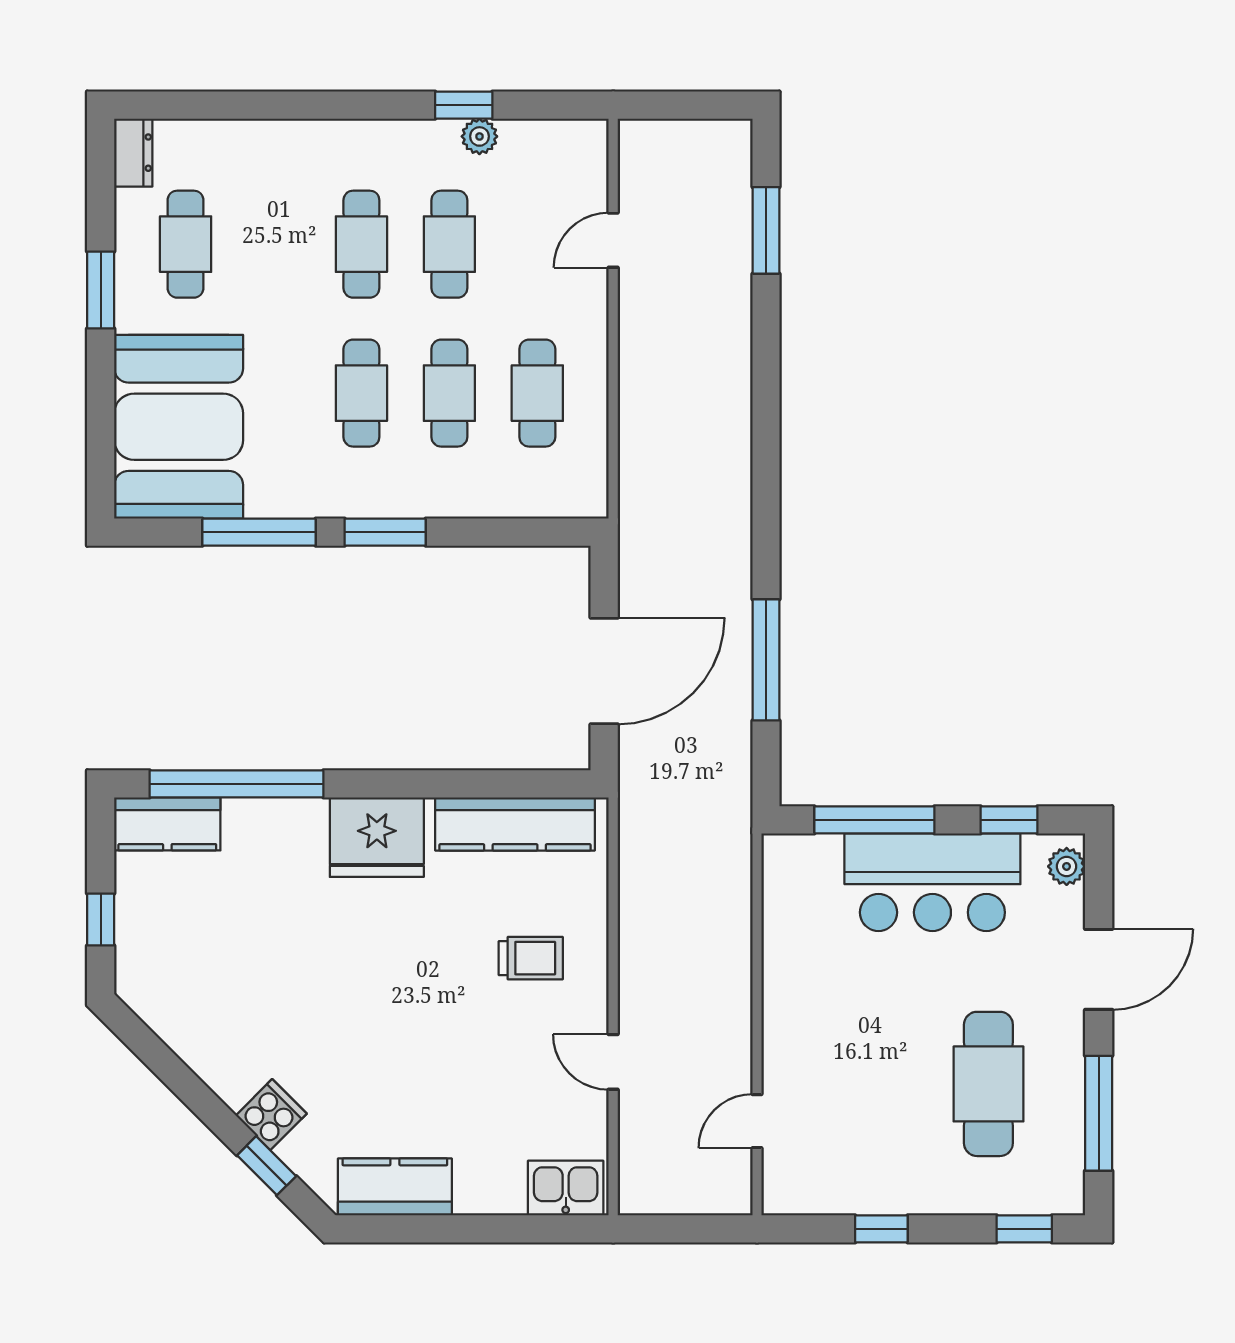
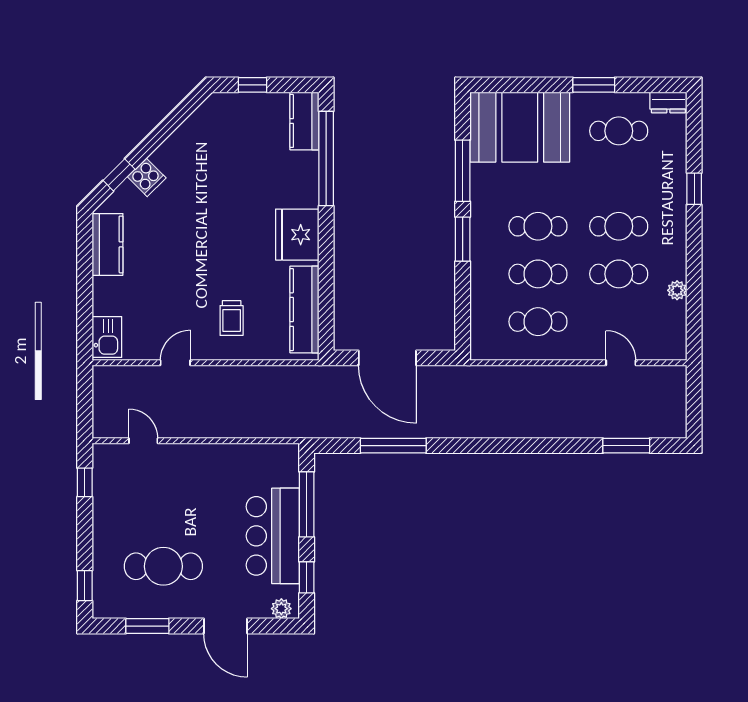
window: (464, 105) -> (694, 189), moved
window: (1099, 1113) -> (147, 626), width x0.69
window: (881, 1229) -> (85, 482), moved

